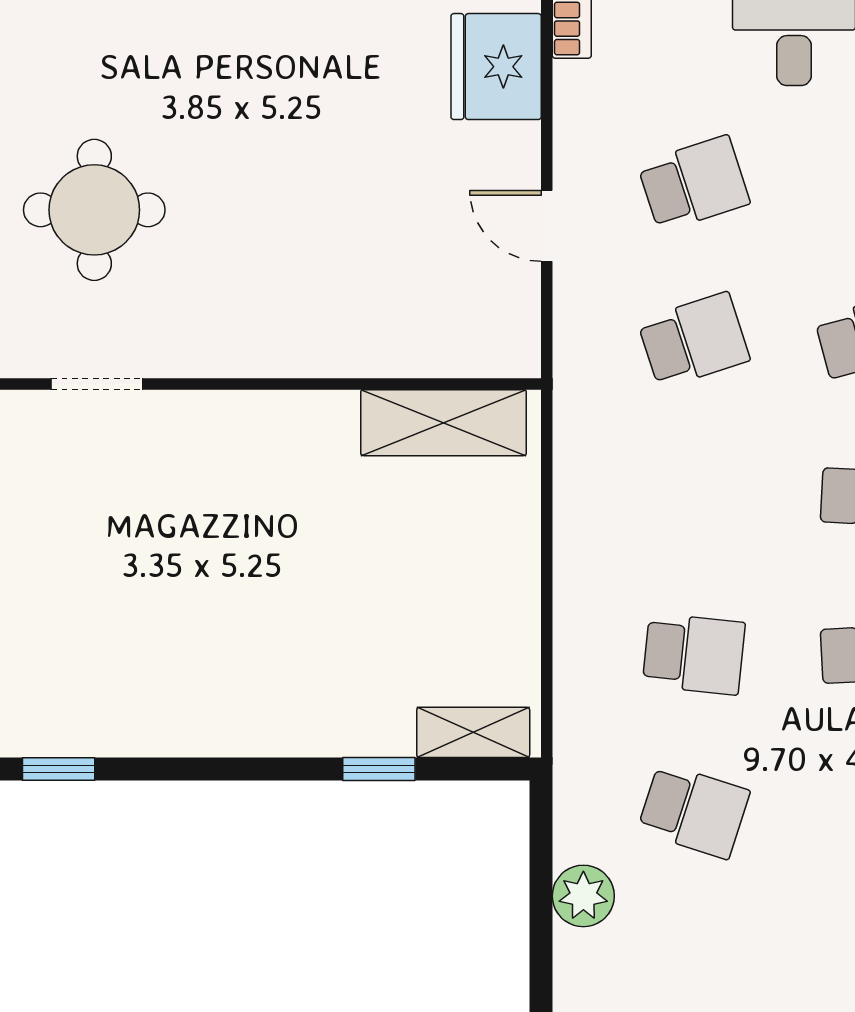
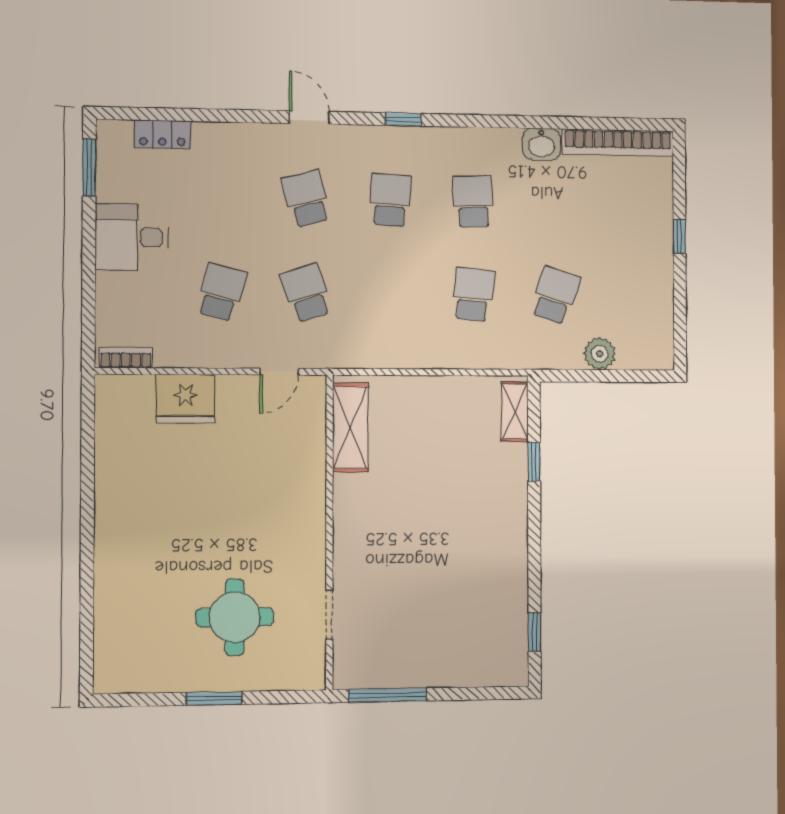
fridge: (496, 67) -> (185, 399), moved
school desk: (694, 184) -> (221, 292), turned 33
door: (547, 226) -> (279, 372), moved

